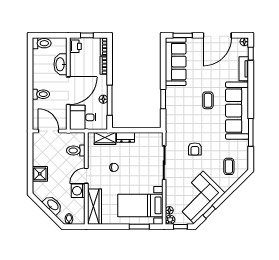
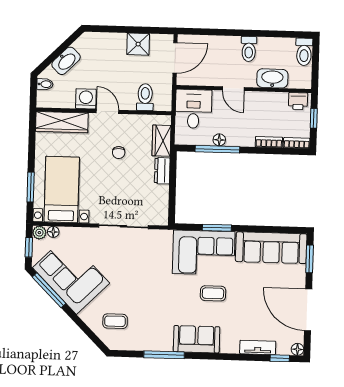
door: (68, 91) -> (233, 89), width x0.53
toilet: (41, 94) -> (249, 49), moved
corner sofa: (180, 107) -> (204, 253), added
sofa: (237, 111) -> (197, 339), width x0.54, depth x0.79
armchair: (195, 149) -> (142, 272), removed
shower: (40, 174) -> (138, 44), moved
window: (209, 212) -> (49, 290), width x2.17

